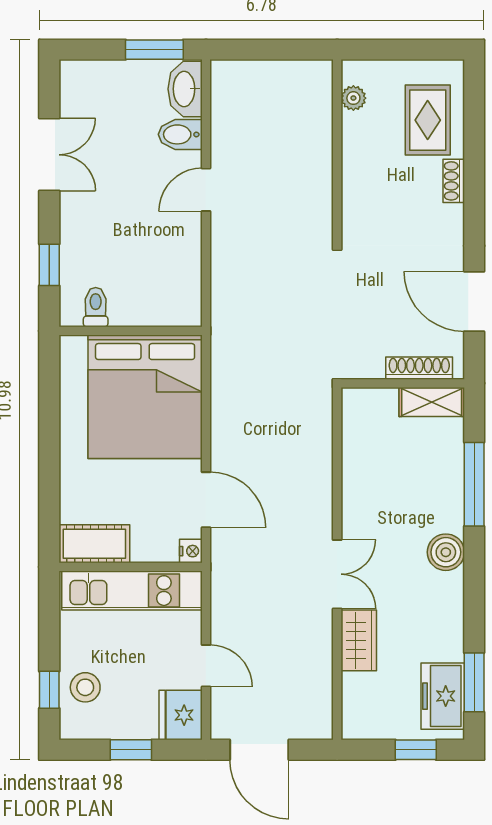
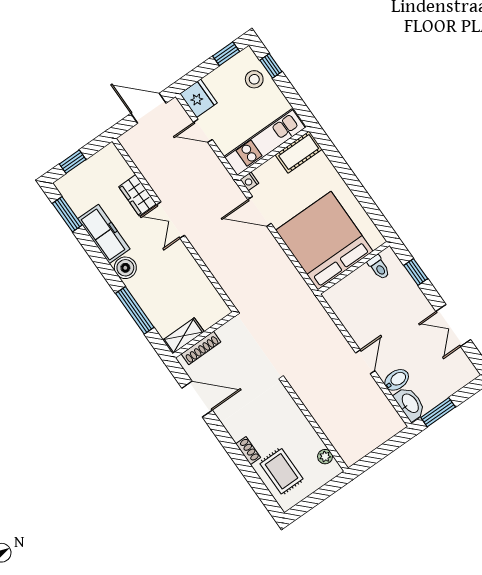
freezer: (443, 696) -> (104, 234), moved, width x1.40
window: (131, 750) -> (226, 54), moved

